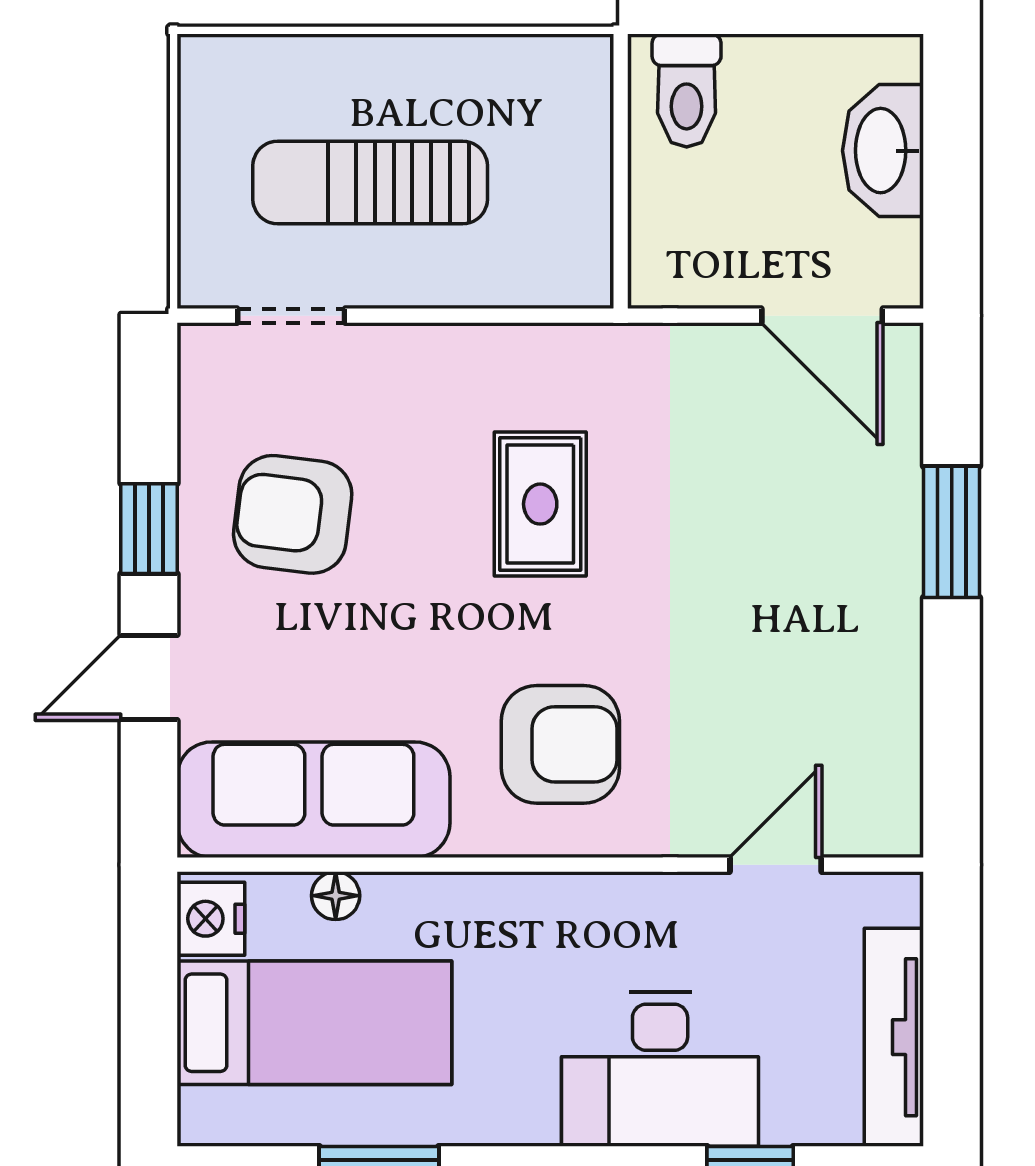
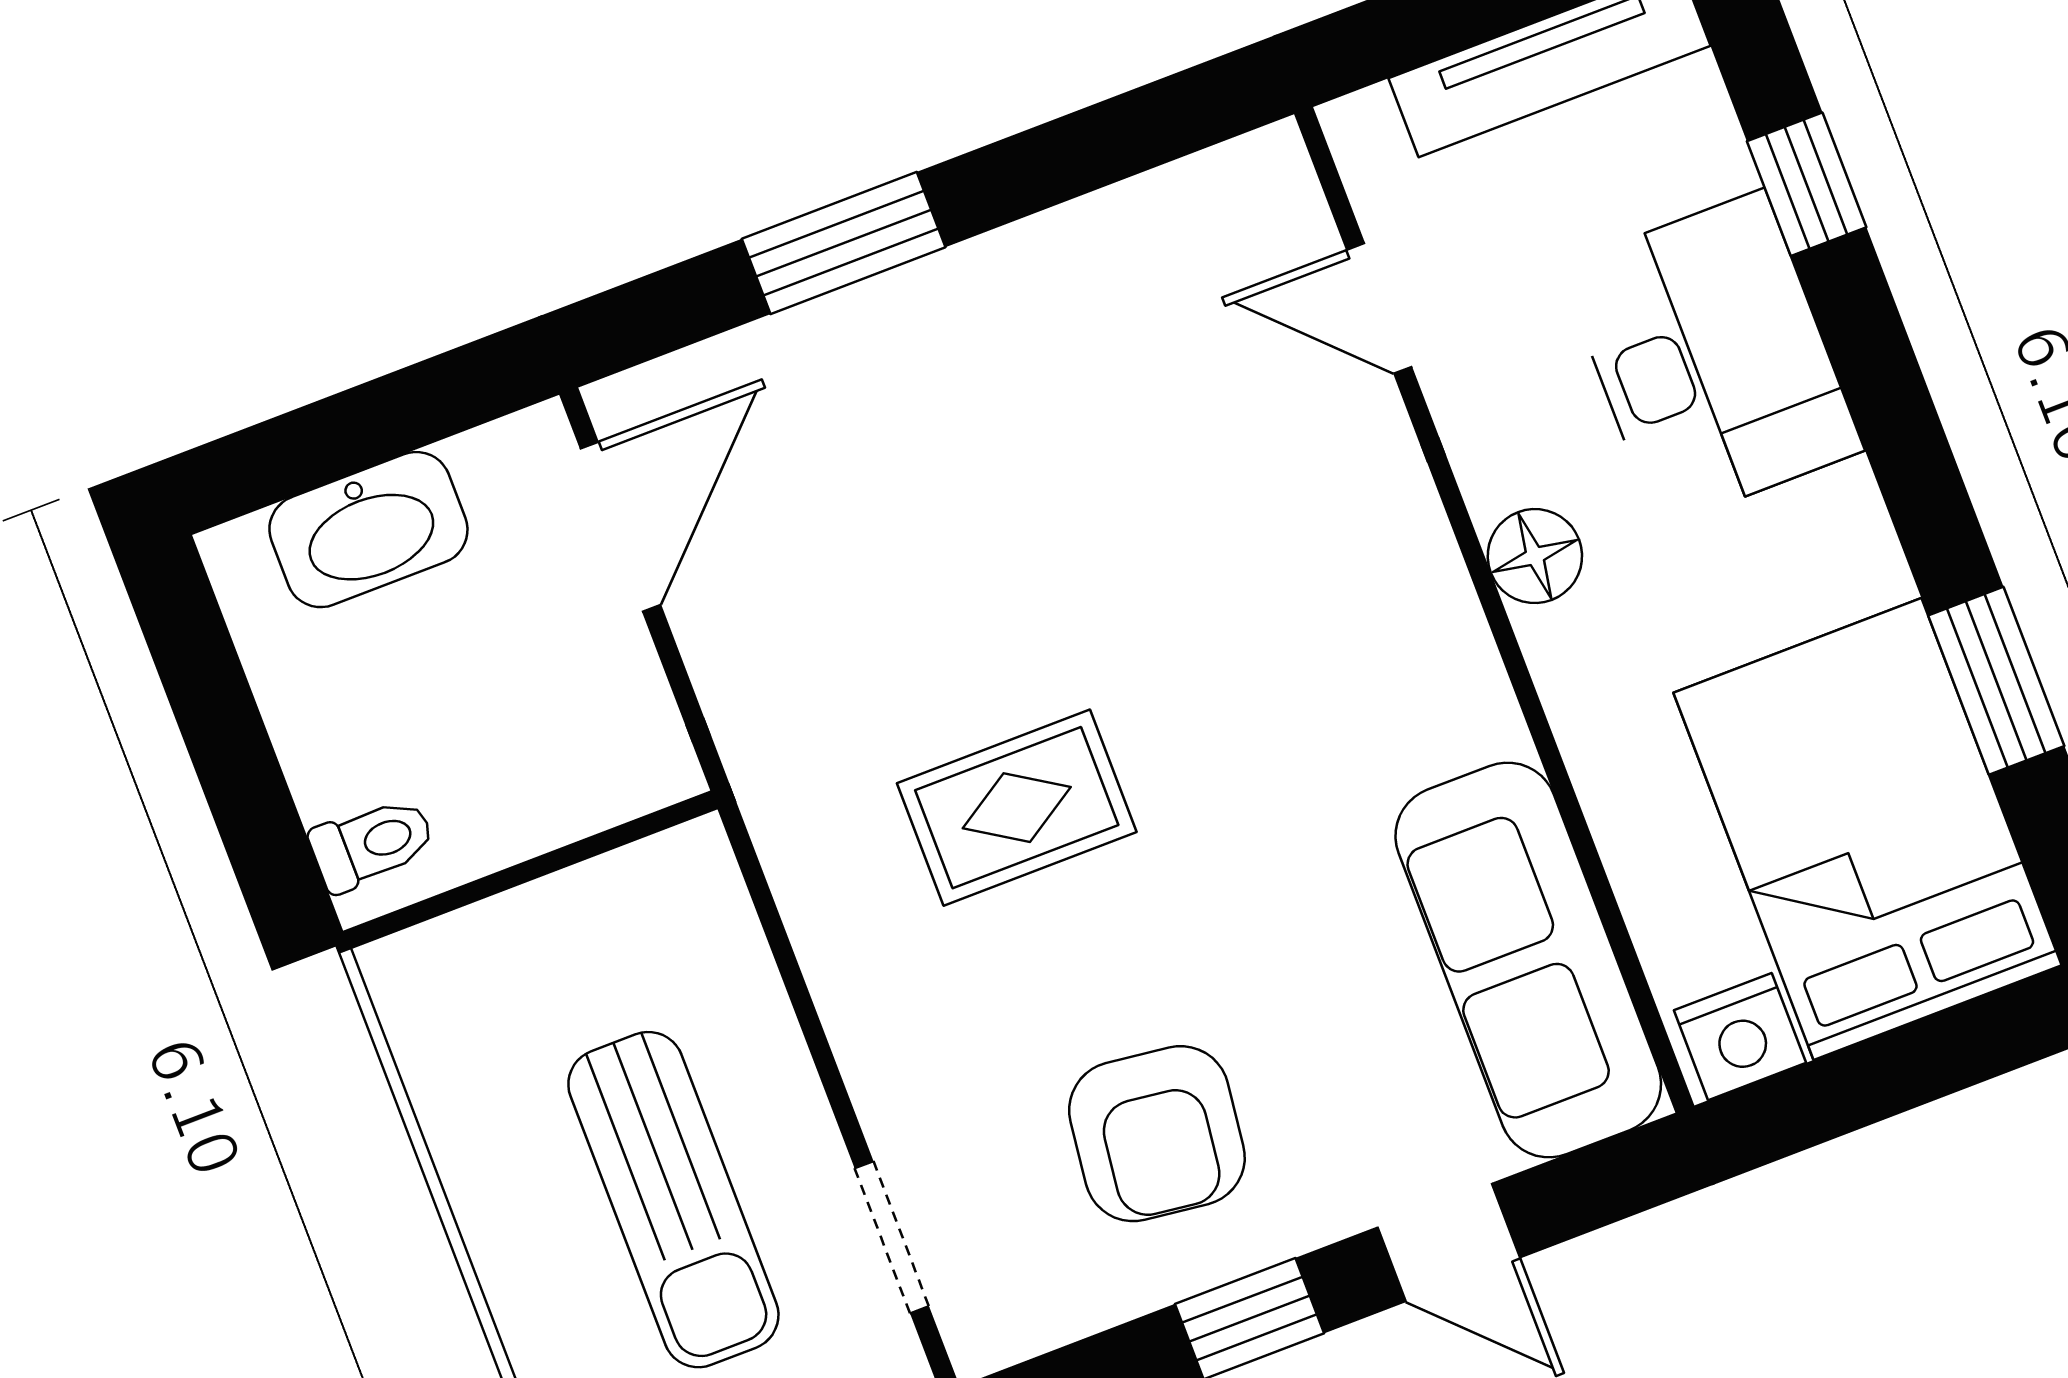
toilet: (687, 91) -> (372, 844), width x0.73, depth x0.72
armchair: (560, 744) -> (1328, 658), removed
floor lamp: (336, 896) -> (1535, 556), moved, width x1.37, depth x1.37
bed: (314, 1023) -> (1868, 829), width x1.50

